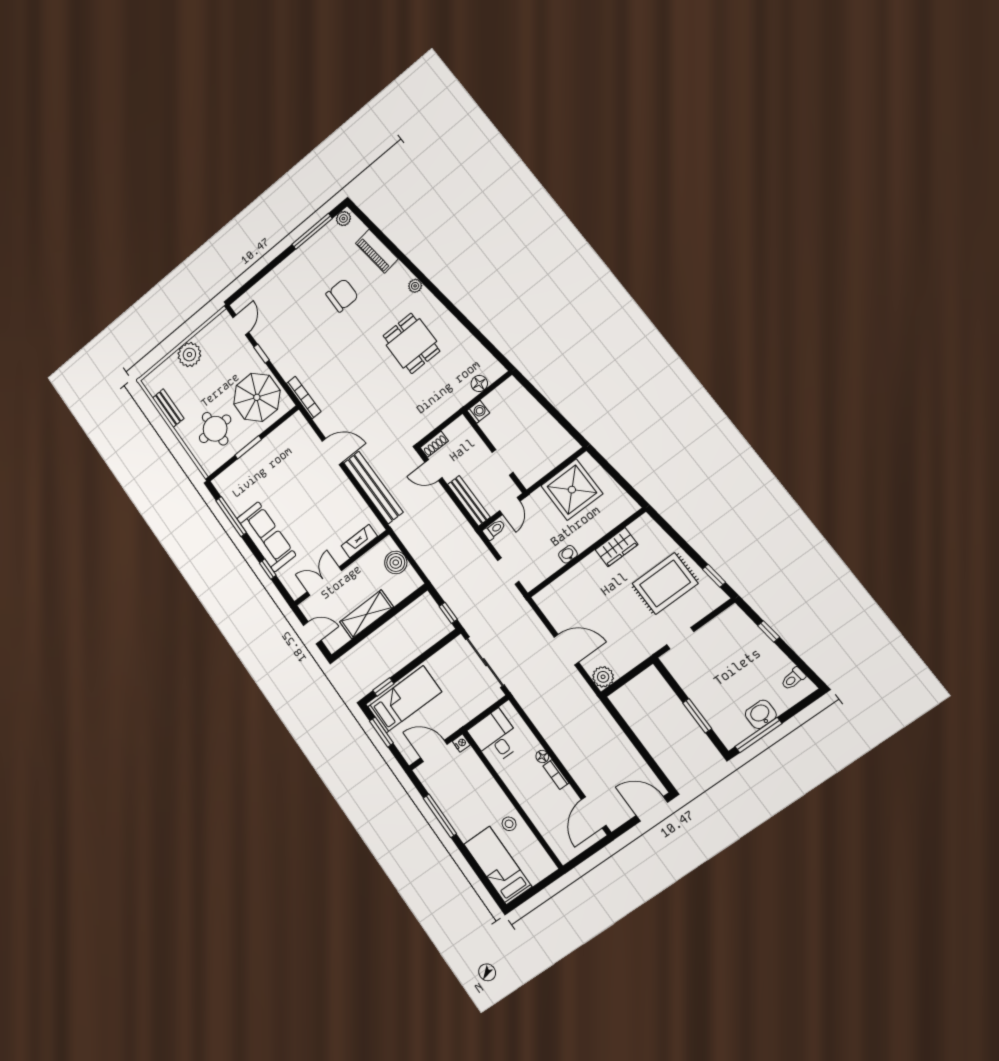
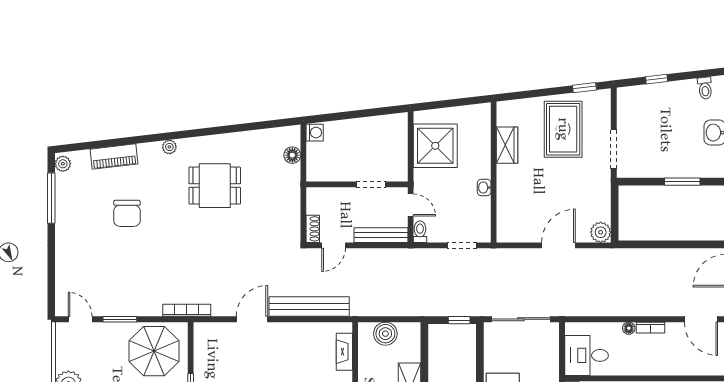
chair: (342, 295) -> (127, 213), turned 180
window: (262, 354) -> (120, 319), width x1.50
washing machine: (478, 412) -> (315, 133), moved, turned 90
doorway: (680, 638) -> (614, 149), width x1.38

